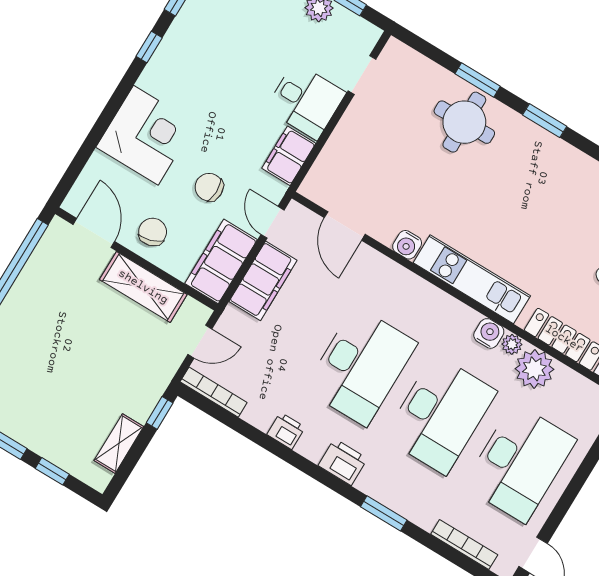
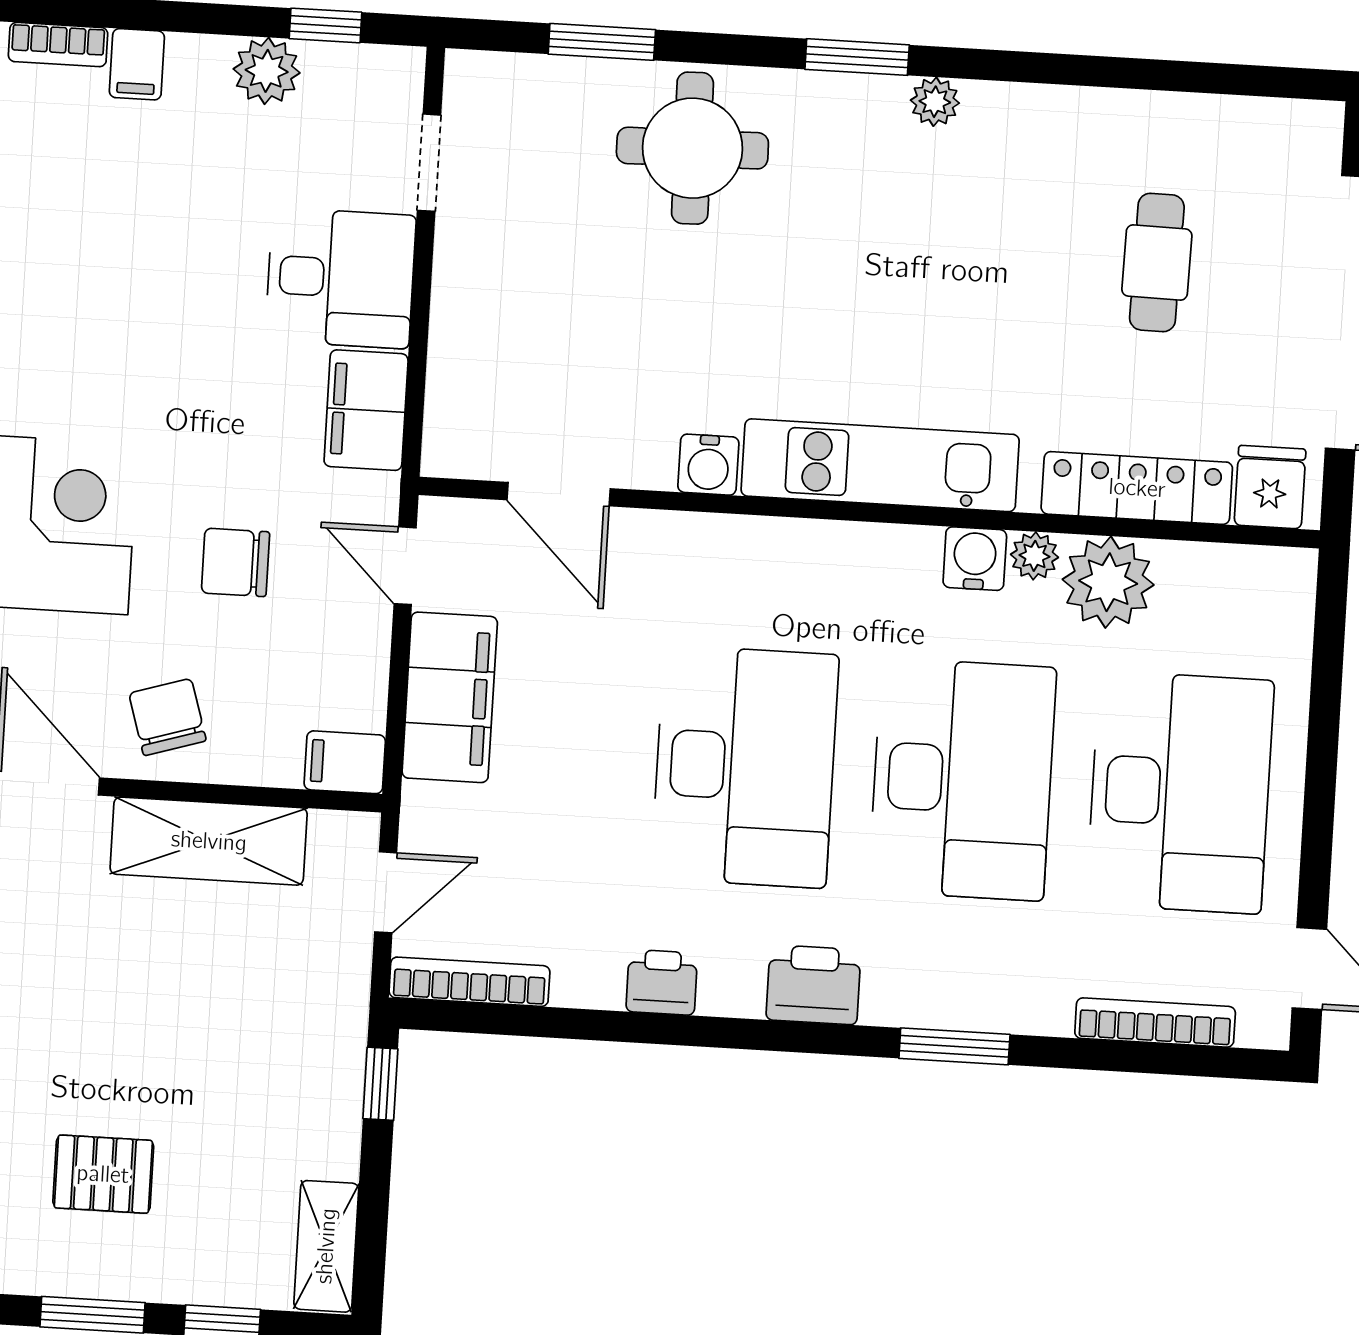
window: (478, 80) -> (602, 42), moved
plant: (565, 153) -> (935, 102), added
filing cabinet: (221, 261) -> (345, 762), width x0.33, depth x0.86
pallet: (37, 392) -> (103, 1174), added
shelving: (119, 444) -> (326, 1246), moved

